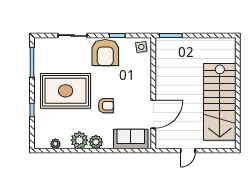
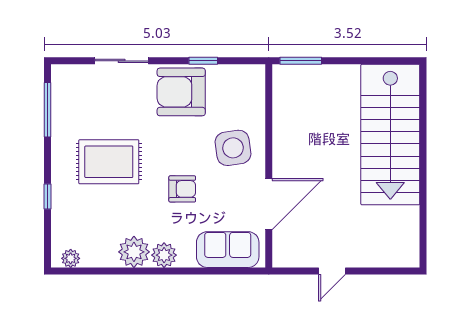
side table: (141, 47) -> (233, 148), moved, width x1.87, depth x1.87
armchair: (105, 53) -> (181, 92), turned 90
rug: (66, 91) -> (109, 162), width x0.73, depth x0.69
stairs: (220, 102) -> (390, 135), moved
plant: (55, 144) -> (71, 258), moved

